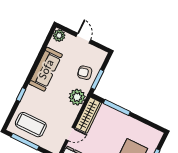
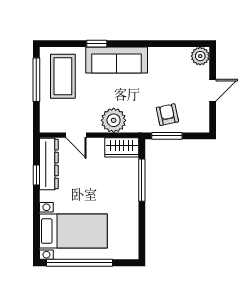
sofa: (46, 69) -> (117, 60), moved
plant: (77, 97) -> (114, 120), moved
wardrobe: (89, 115) -> (122, 147), width x0.67

